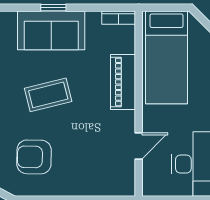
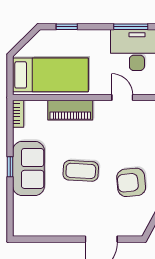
coffee table: (48, 95) -> (81, 171), turned -73
armchair: (34, 157) -> (131, 182), turned 83

